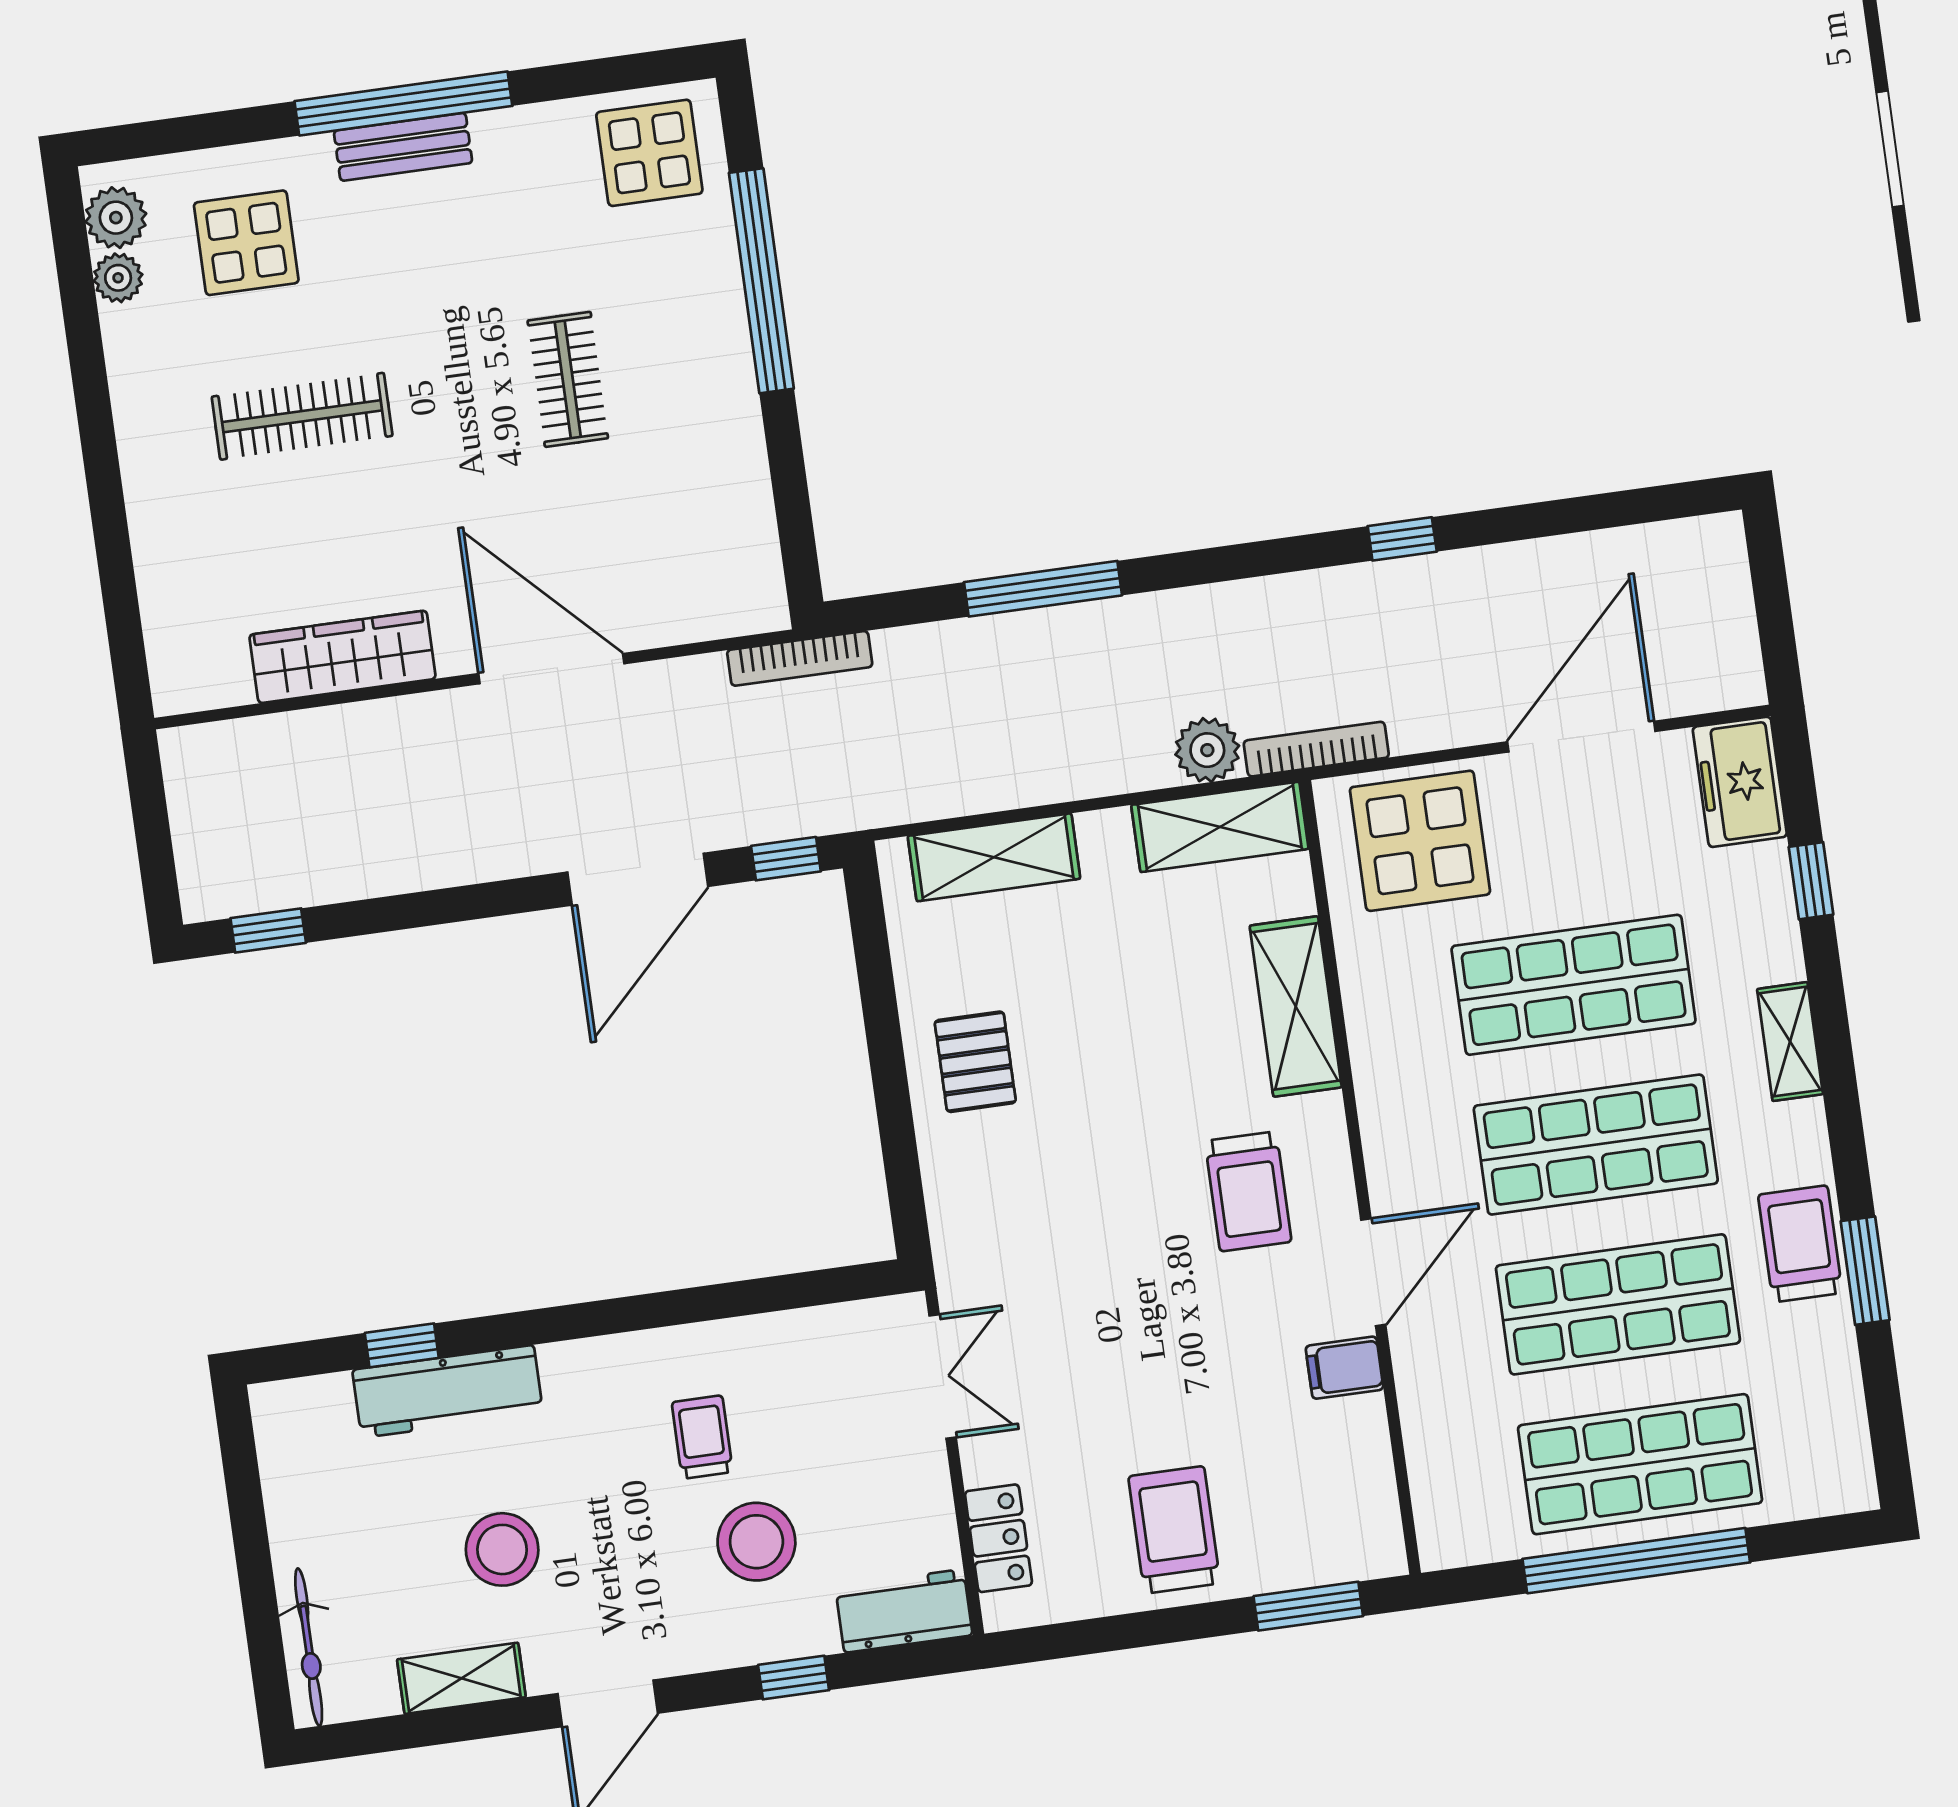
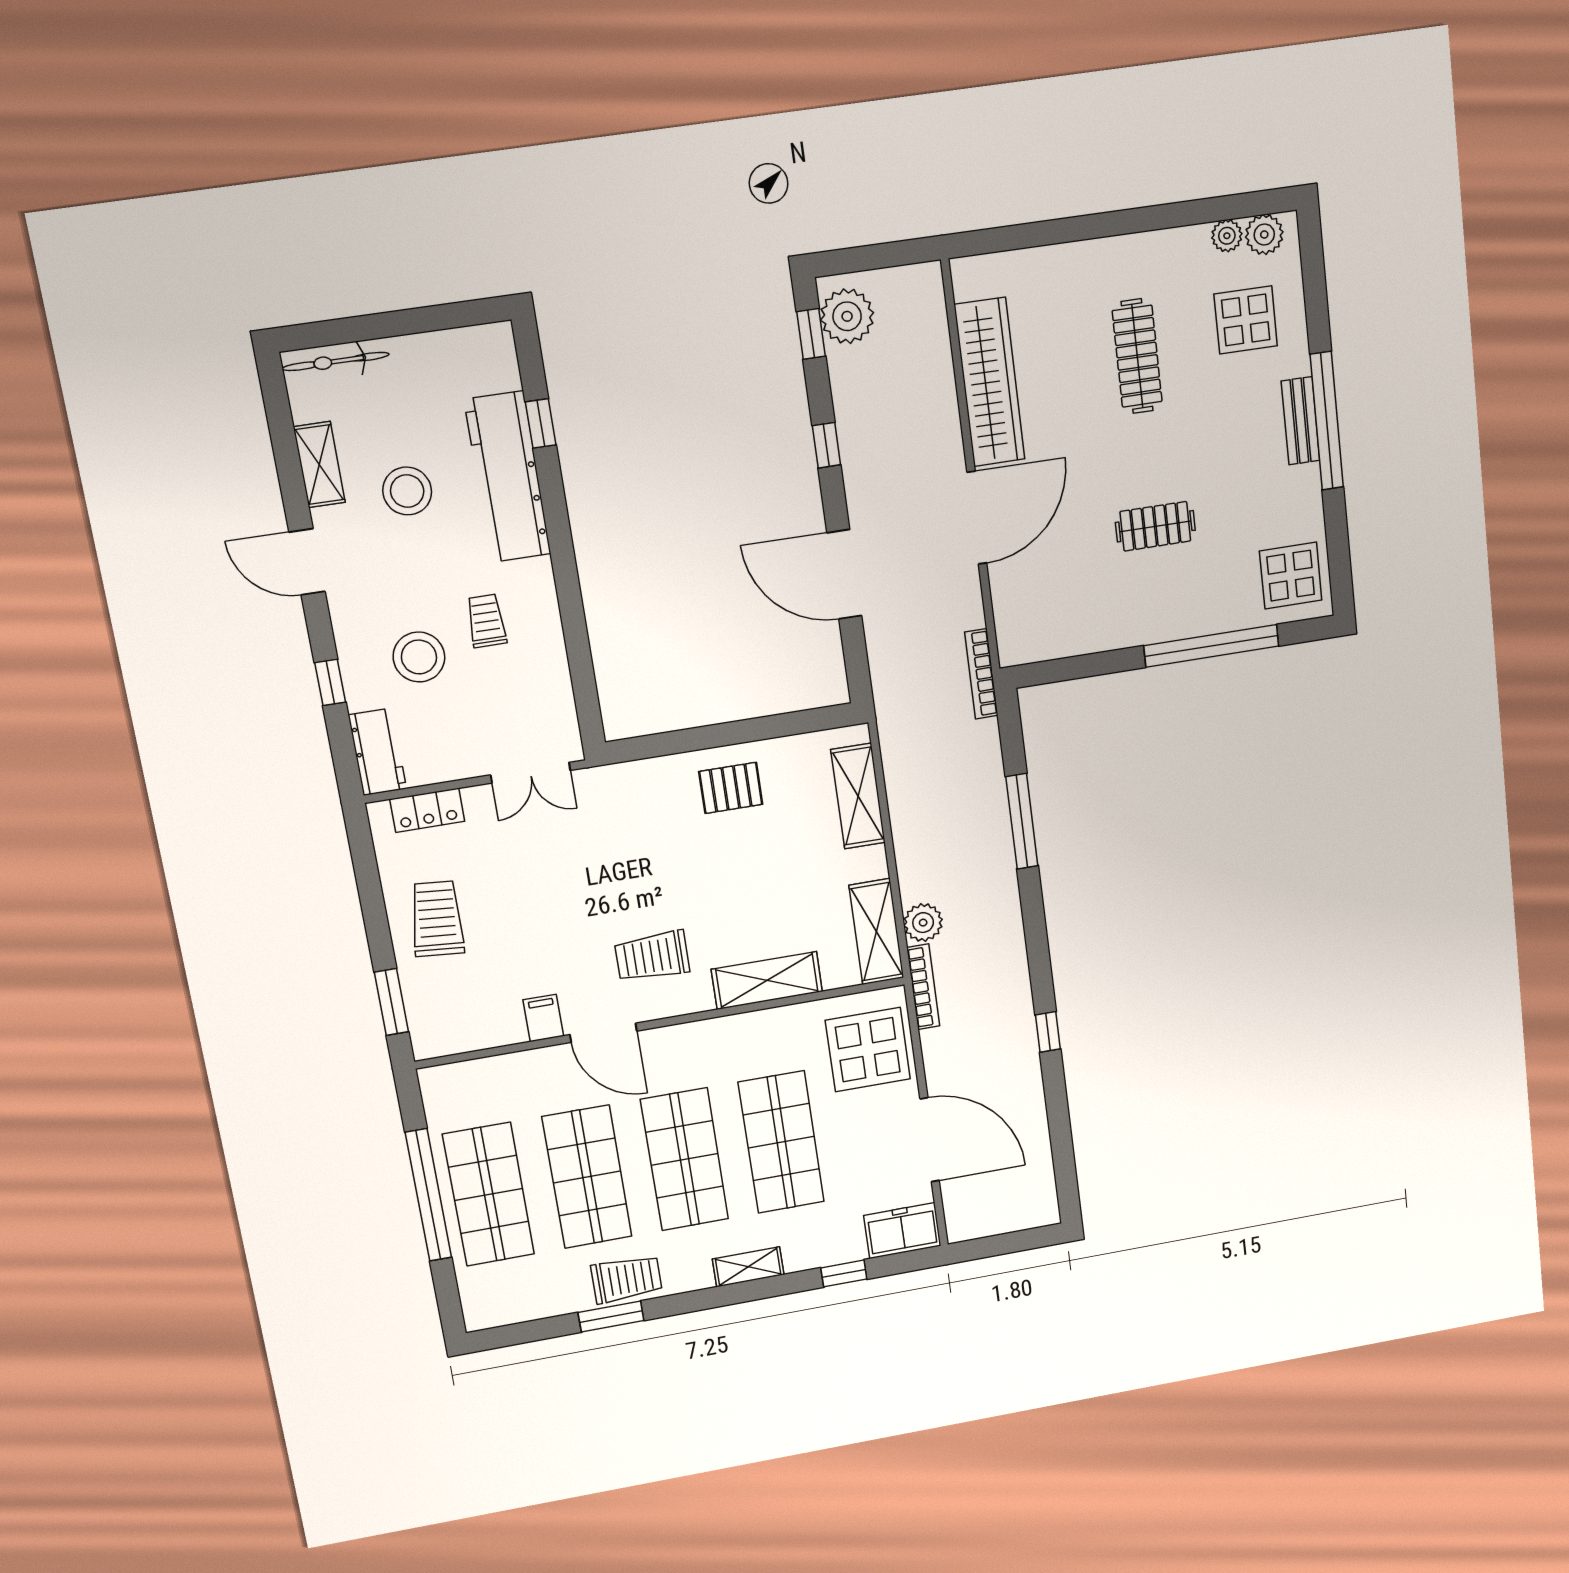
wardrobe: (342, 657) -> (990, 382), width x1.40, depth x1.17
window: (786, 859) -> (826, 445), moved
plant: (242, 875) -> (847, 316), added
workbench: (448, 1391) -> (508, 477), width x1.36, depth x1.32
trolley: (702, 1437) -> (486, 621), turned -90
trolley: (1174, 1530) -> (437, 919), turned -85

